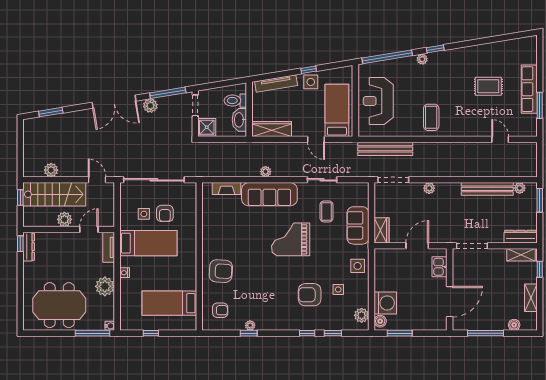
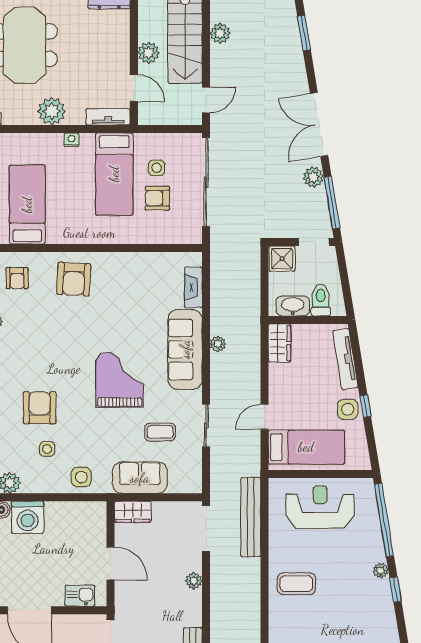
wardrobe: (272, 129) -> (279, 343), width x0.67

